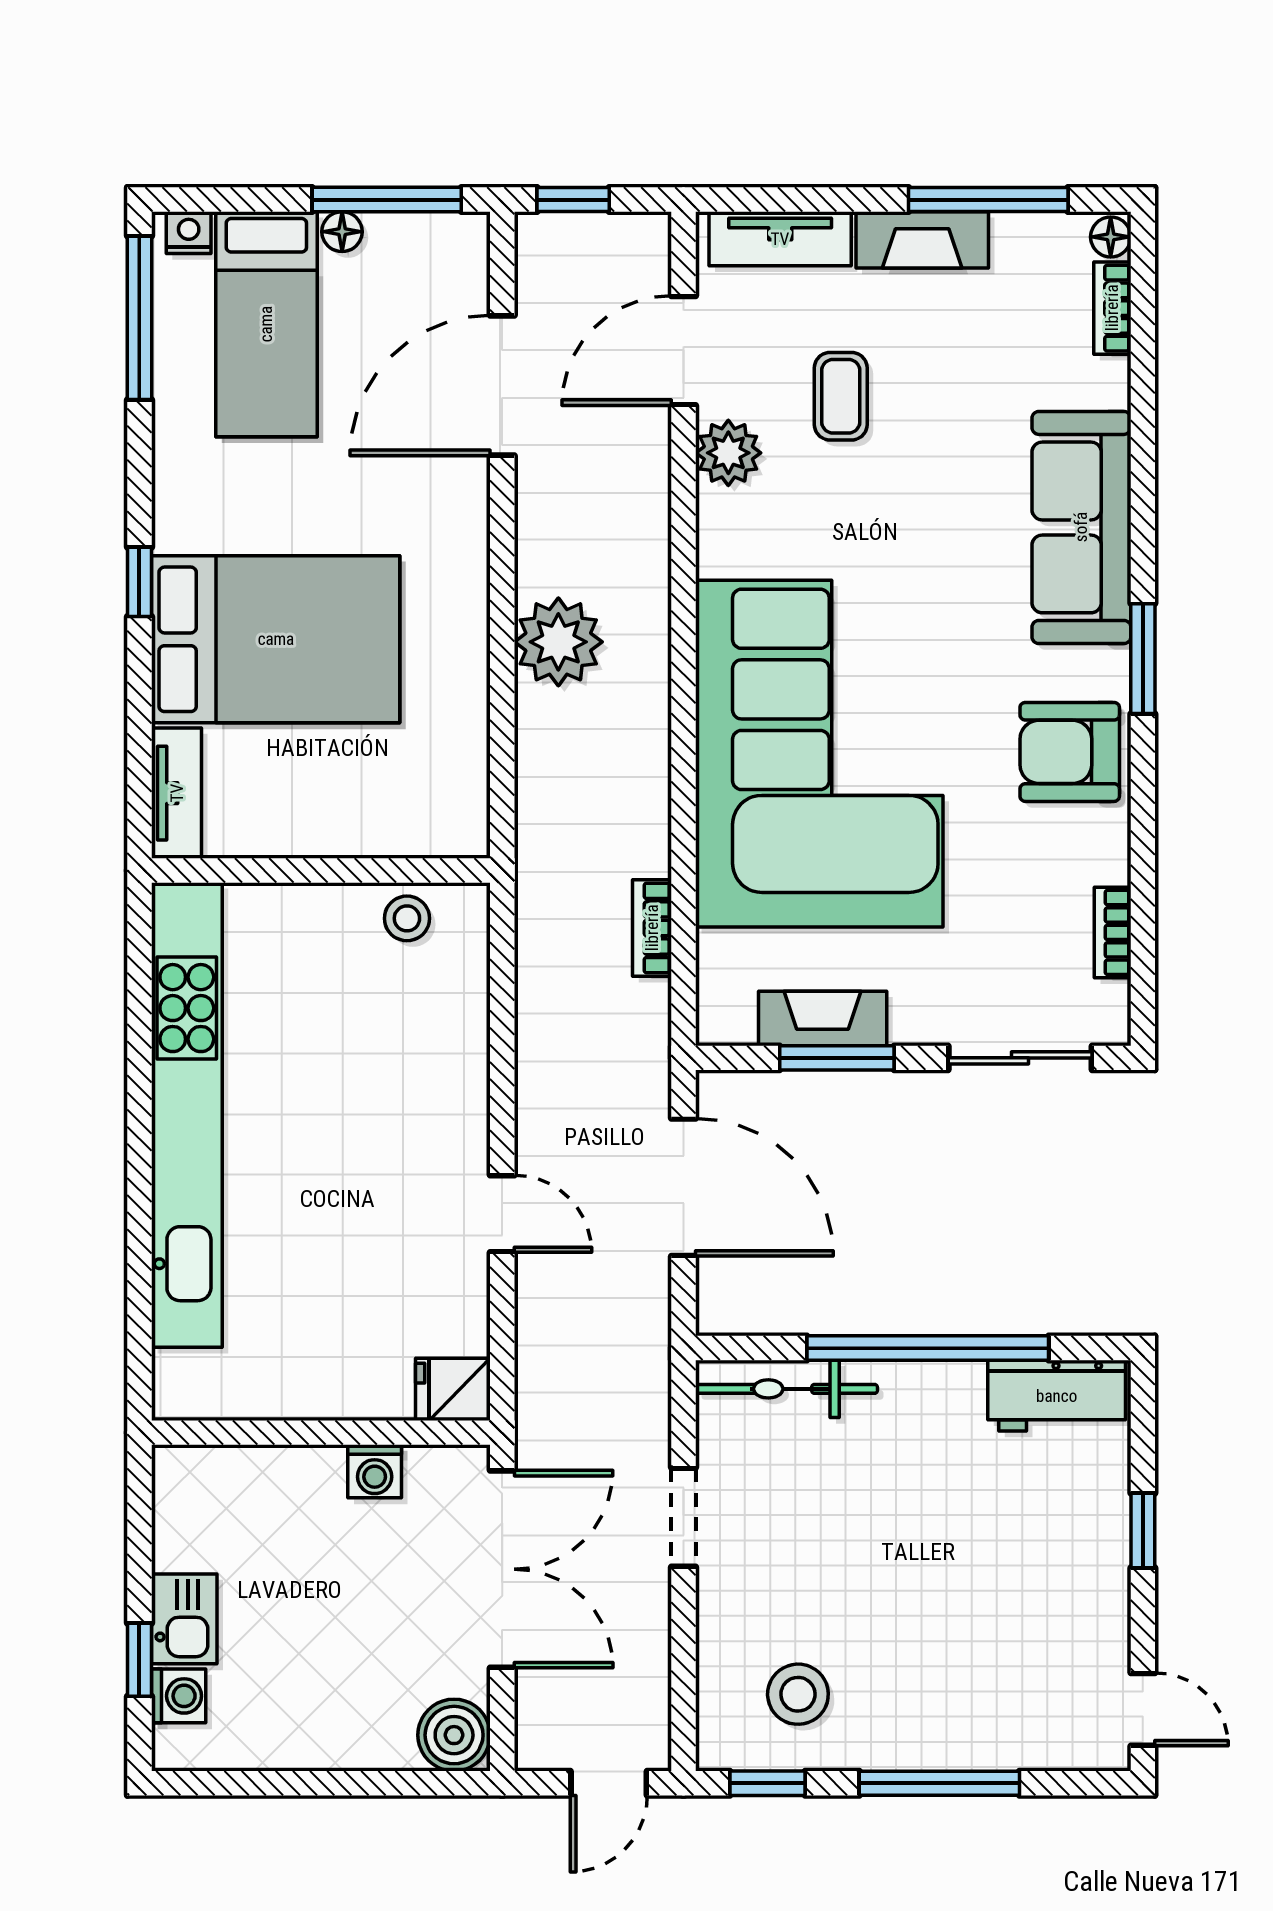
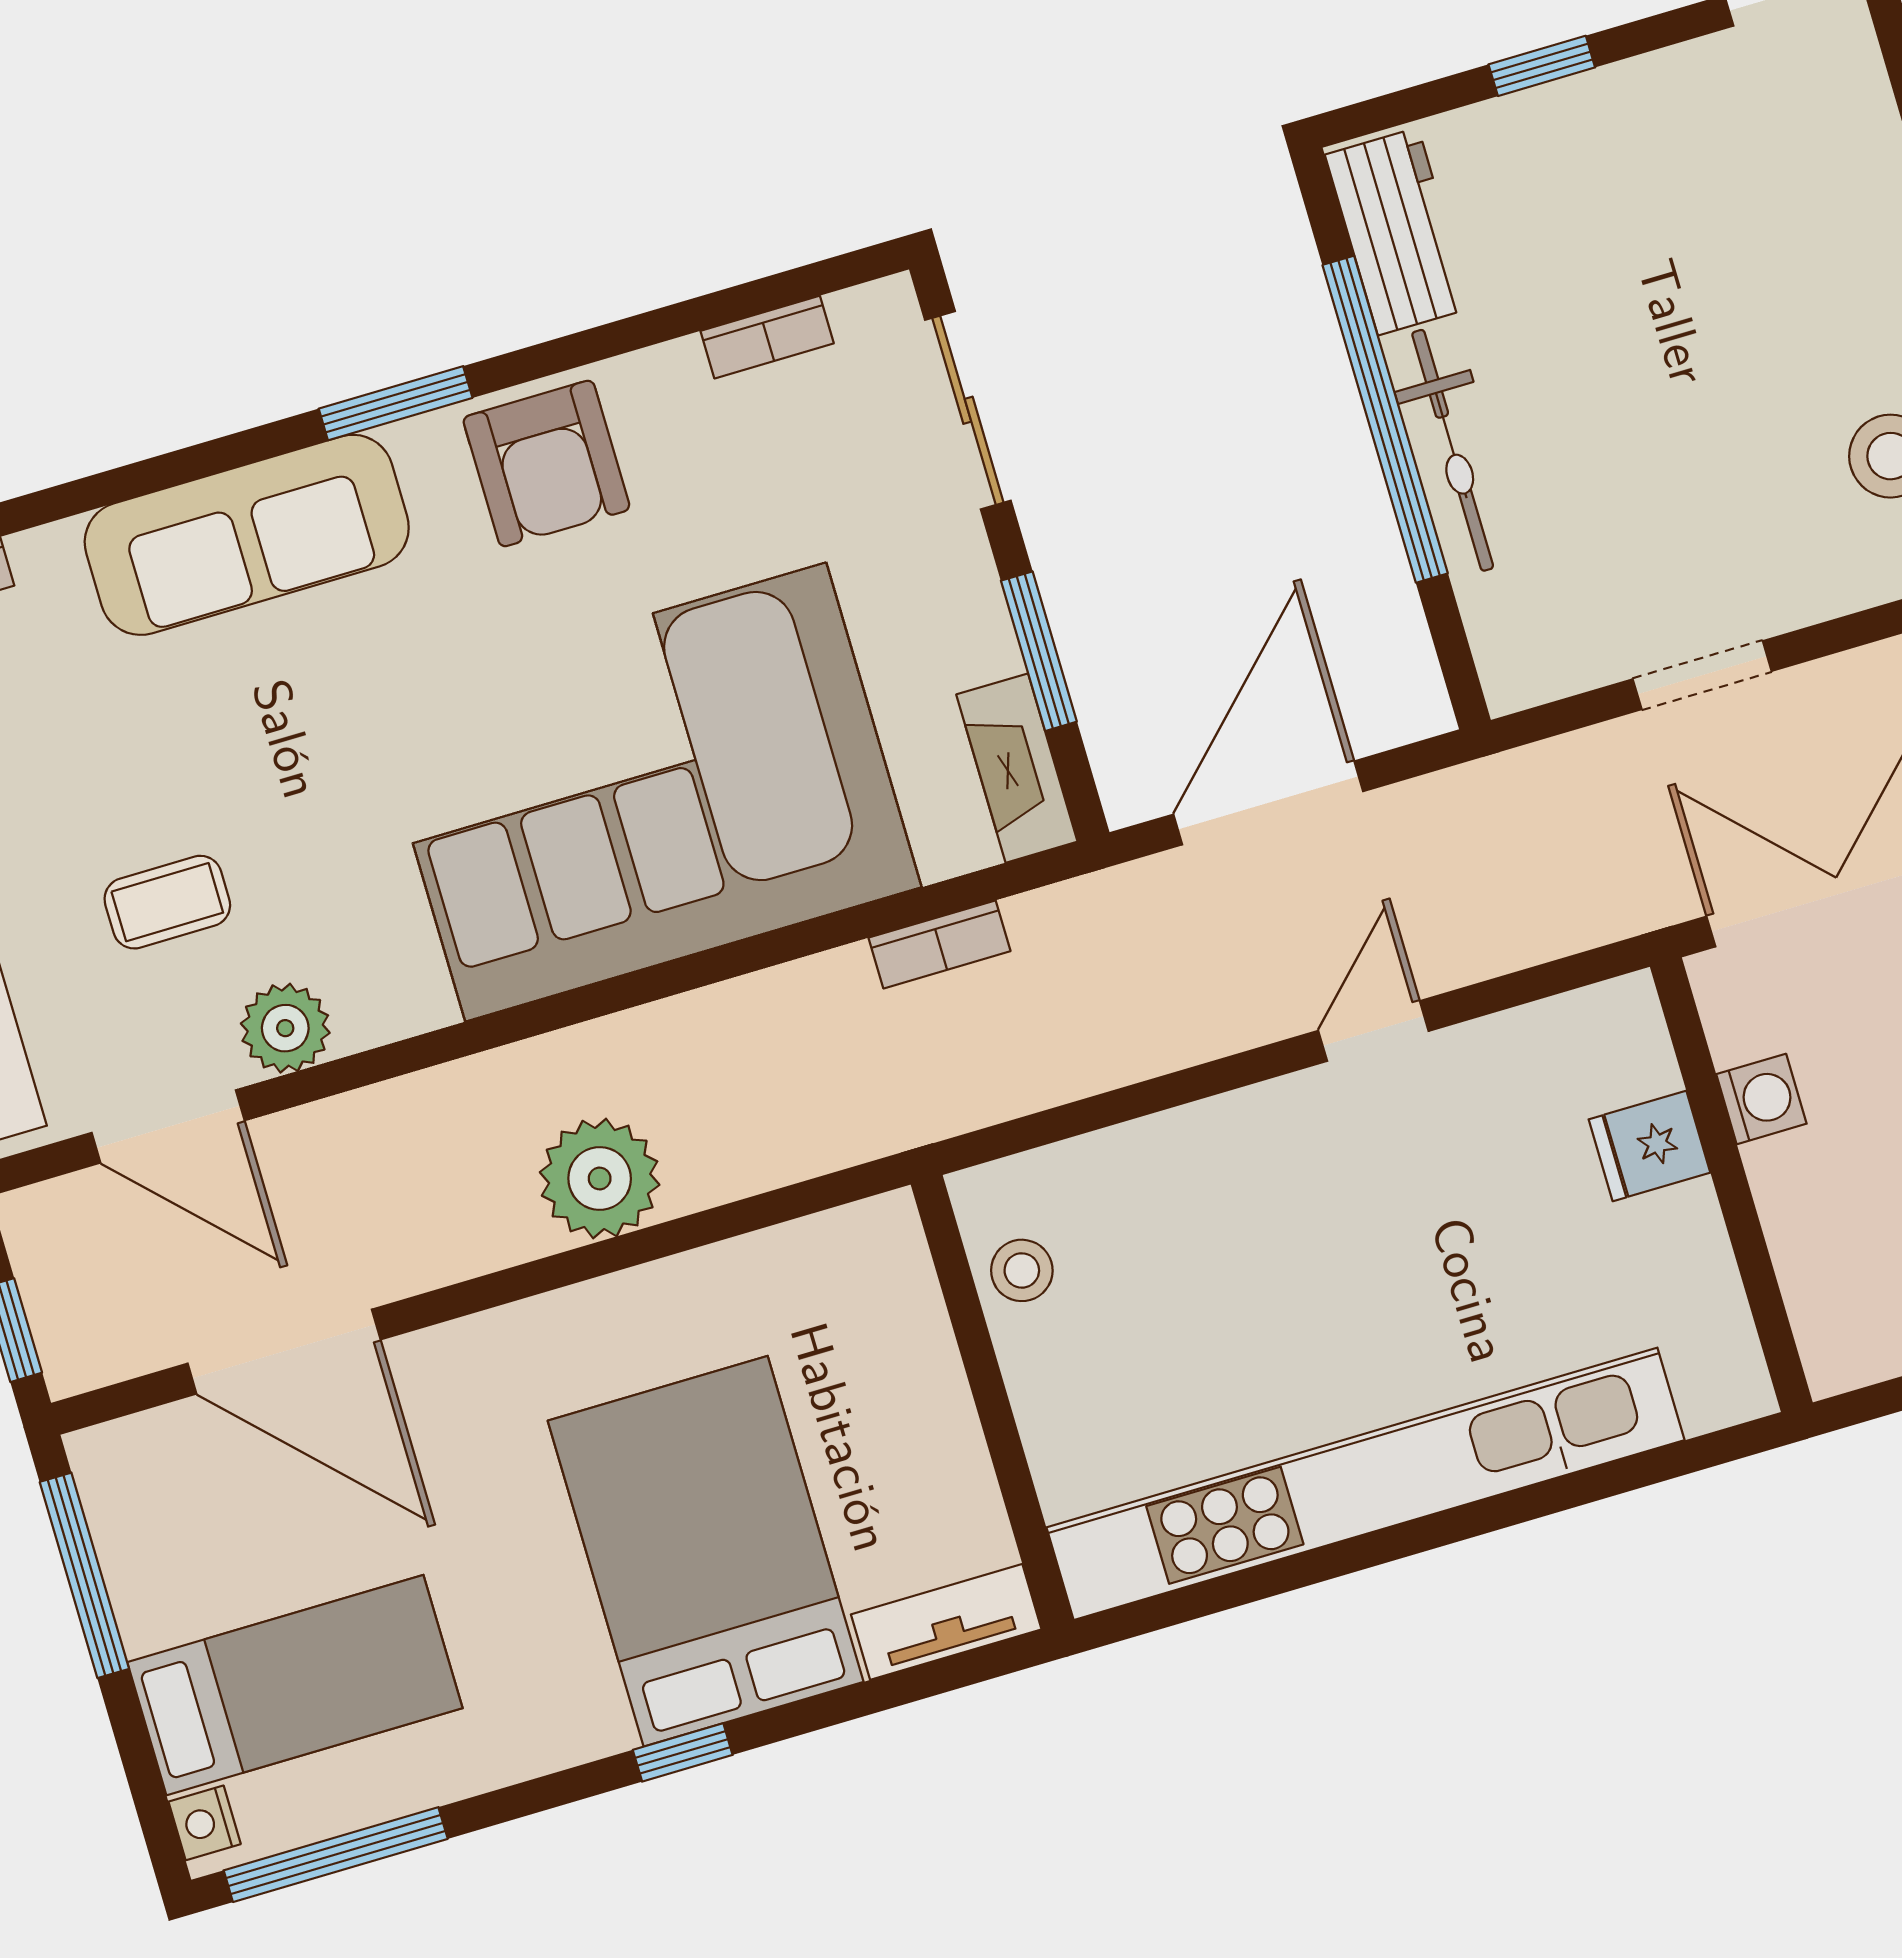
floor lamp: (342, 232) -> (144, 1622), removed
fireplace: (823, 1018) -> (1017, 768), moved
fridge: (453, 1389) -> (1650, 1146), moved, turned 90
bicycle: (786, 1389) -> (1453, 450), moved

